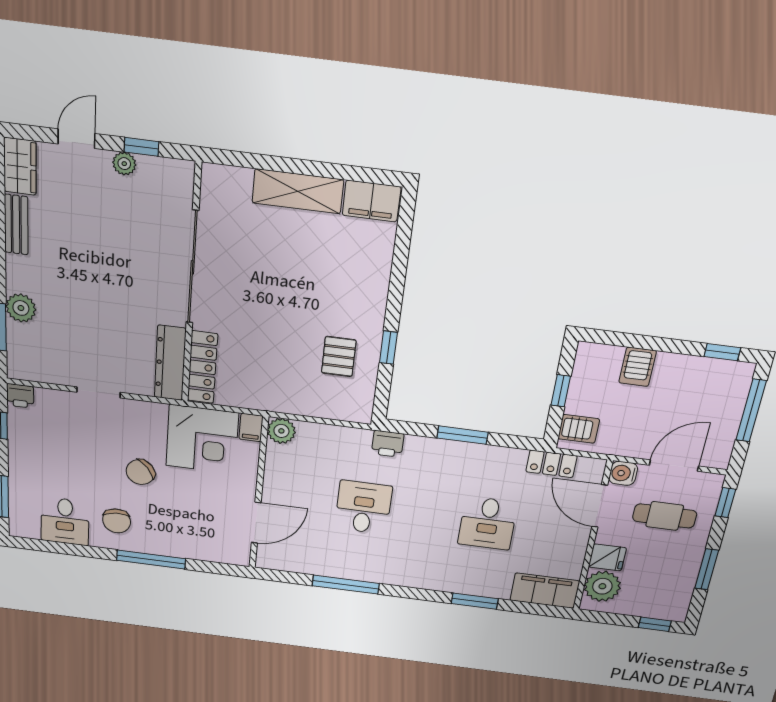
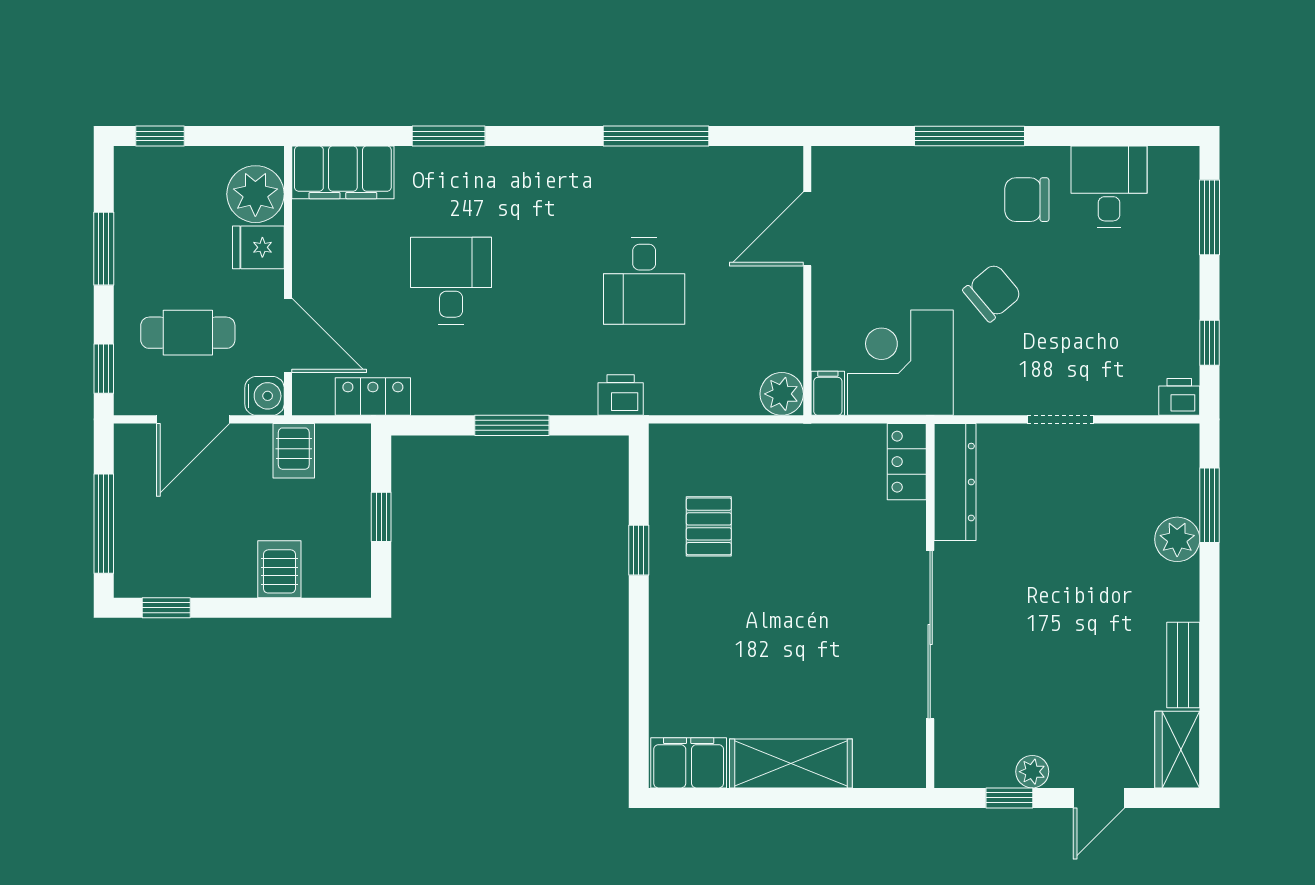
locker: (202, 367) -> (907, 462), width x0.66
server rack: (579, 429) -> (294, 451), moved, turned -90
chair: (117, 521) -> (1027, 200), turned -85

